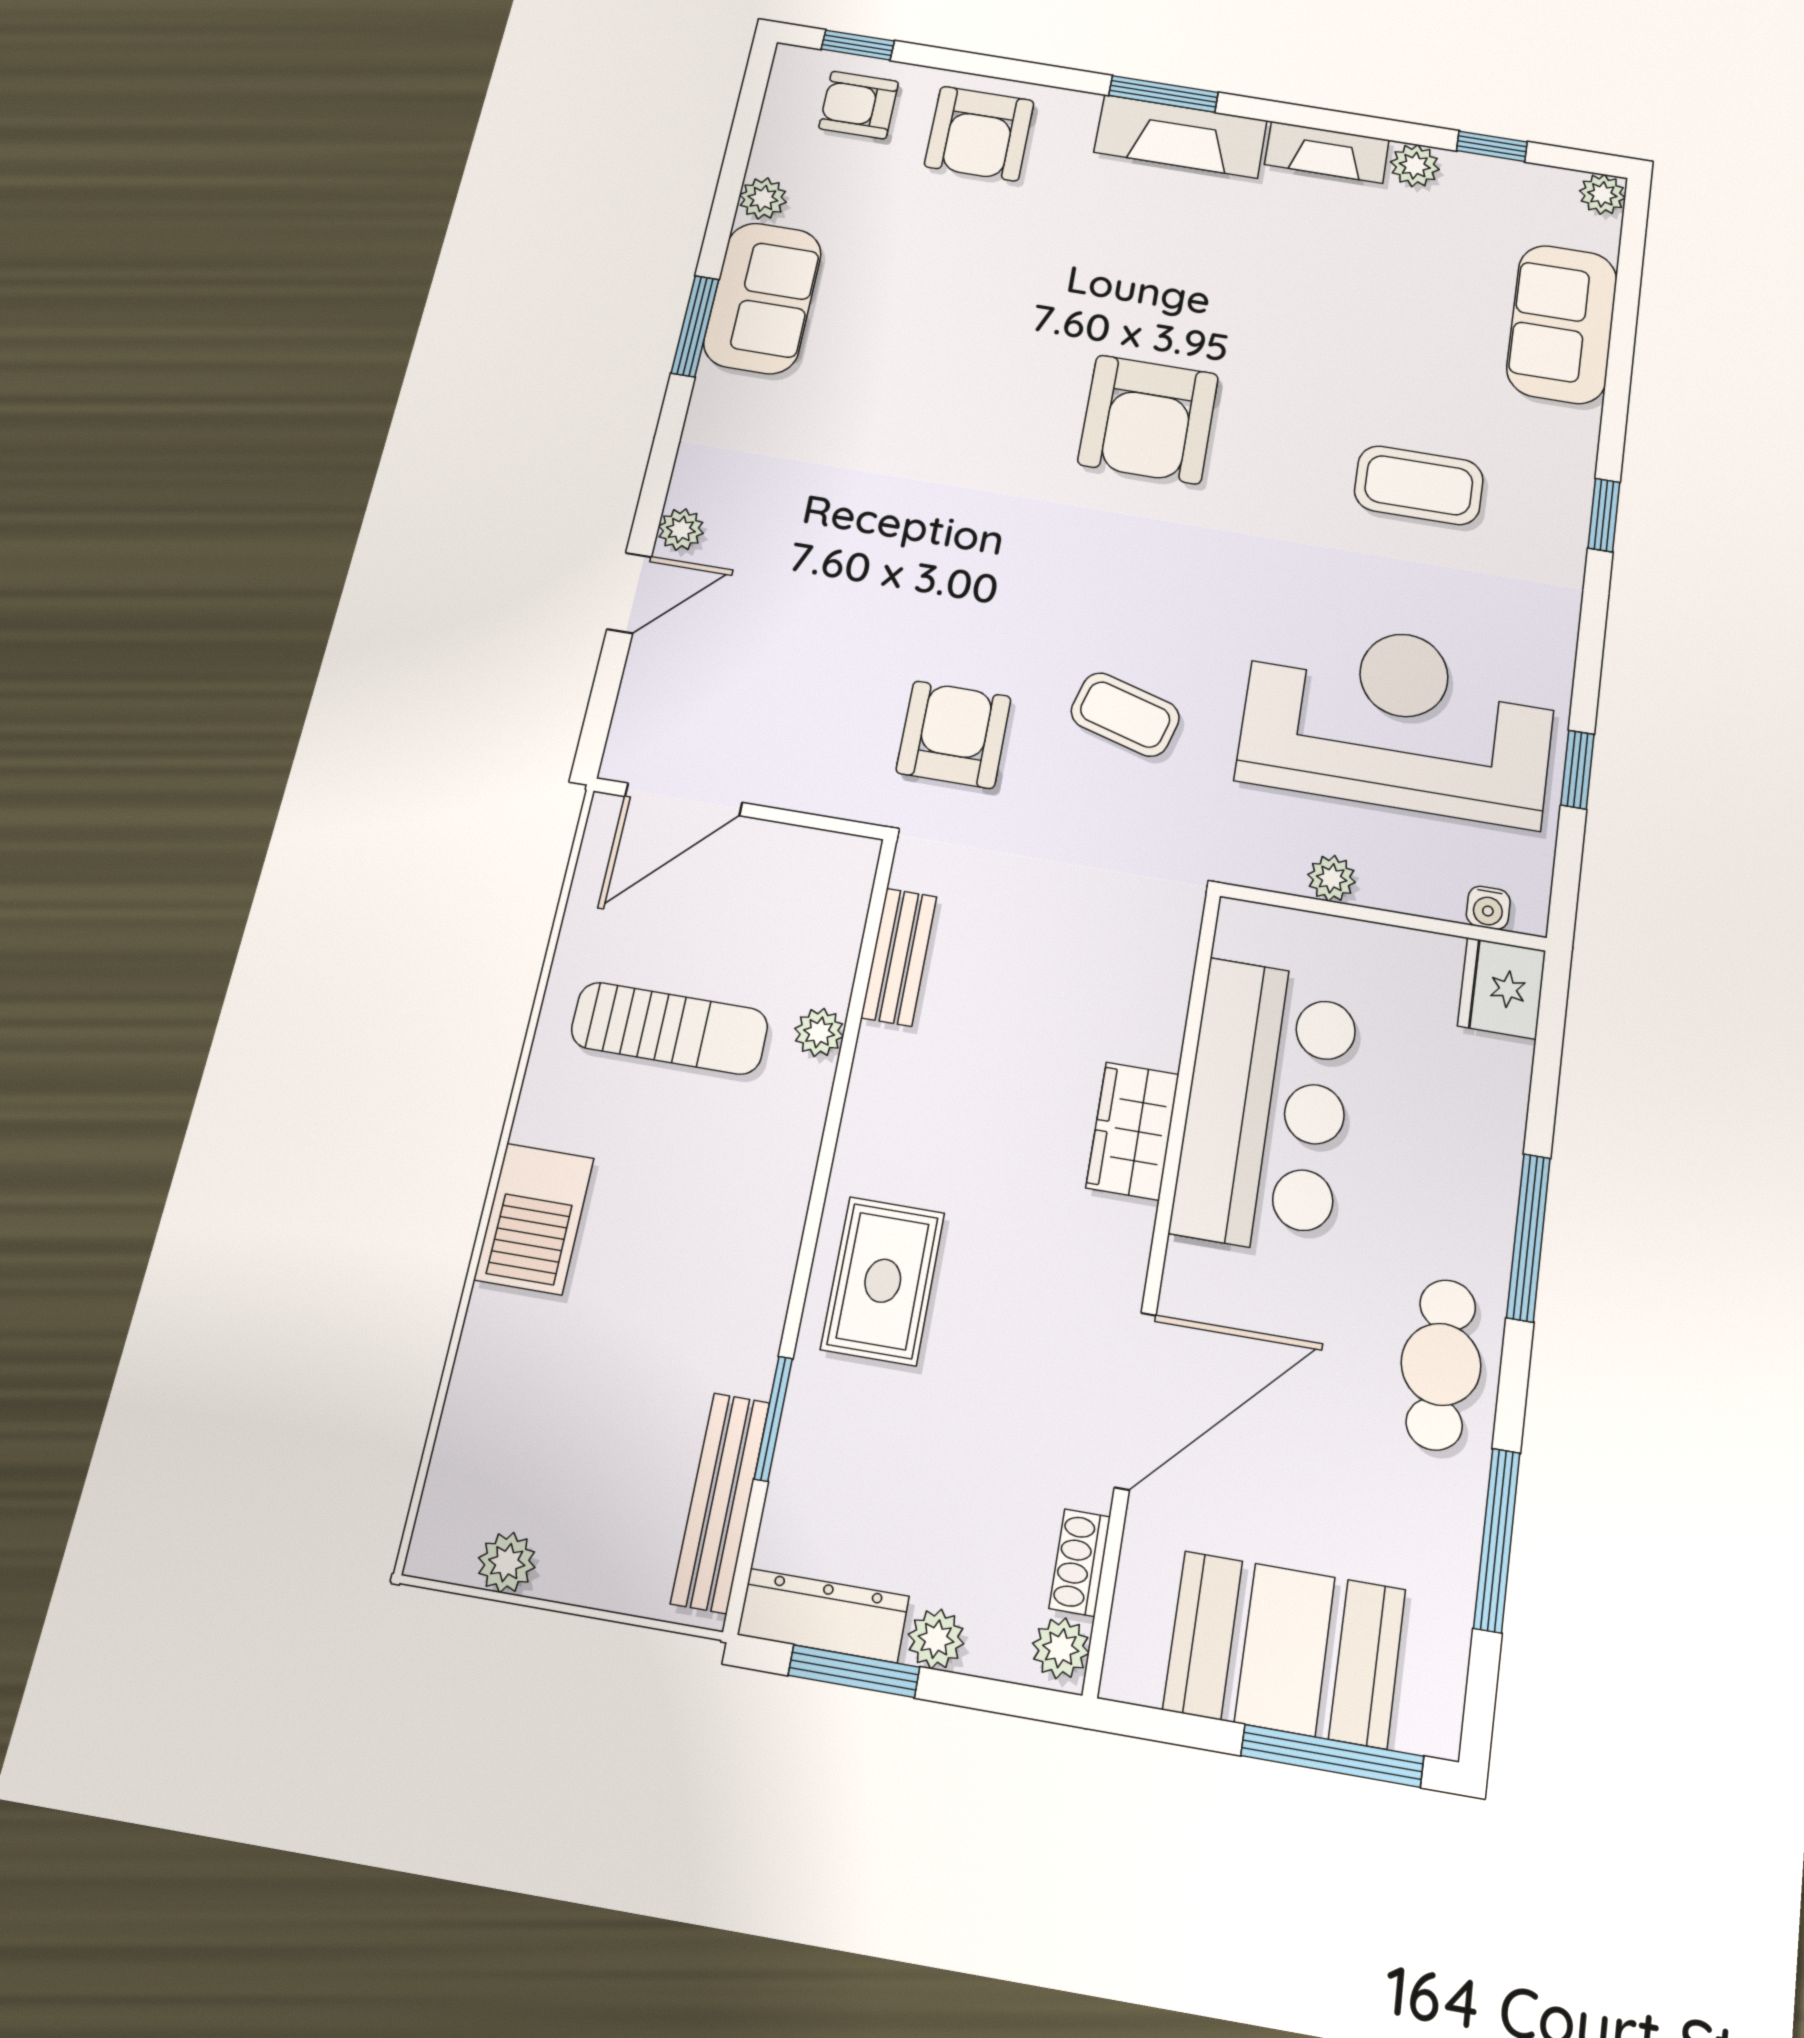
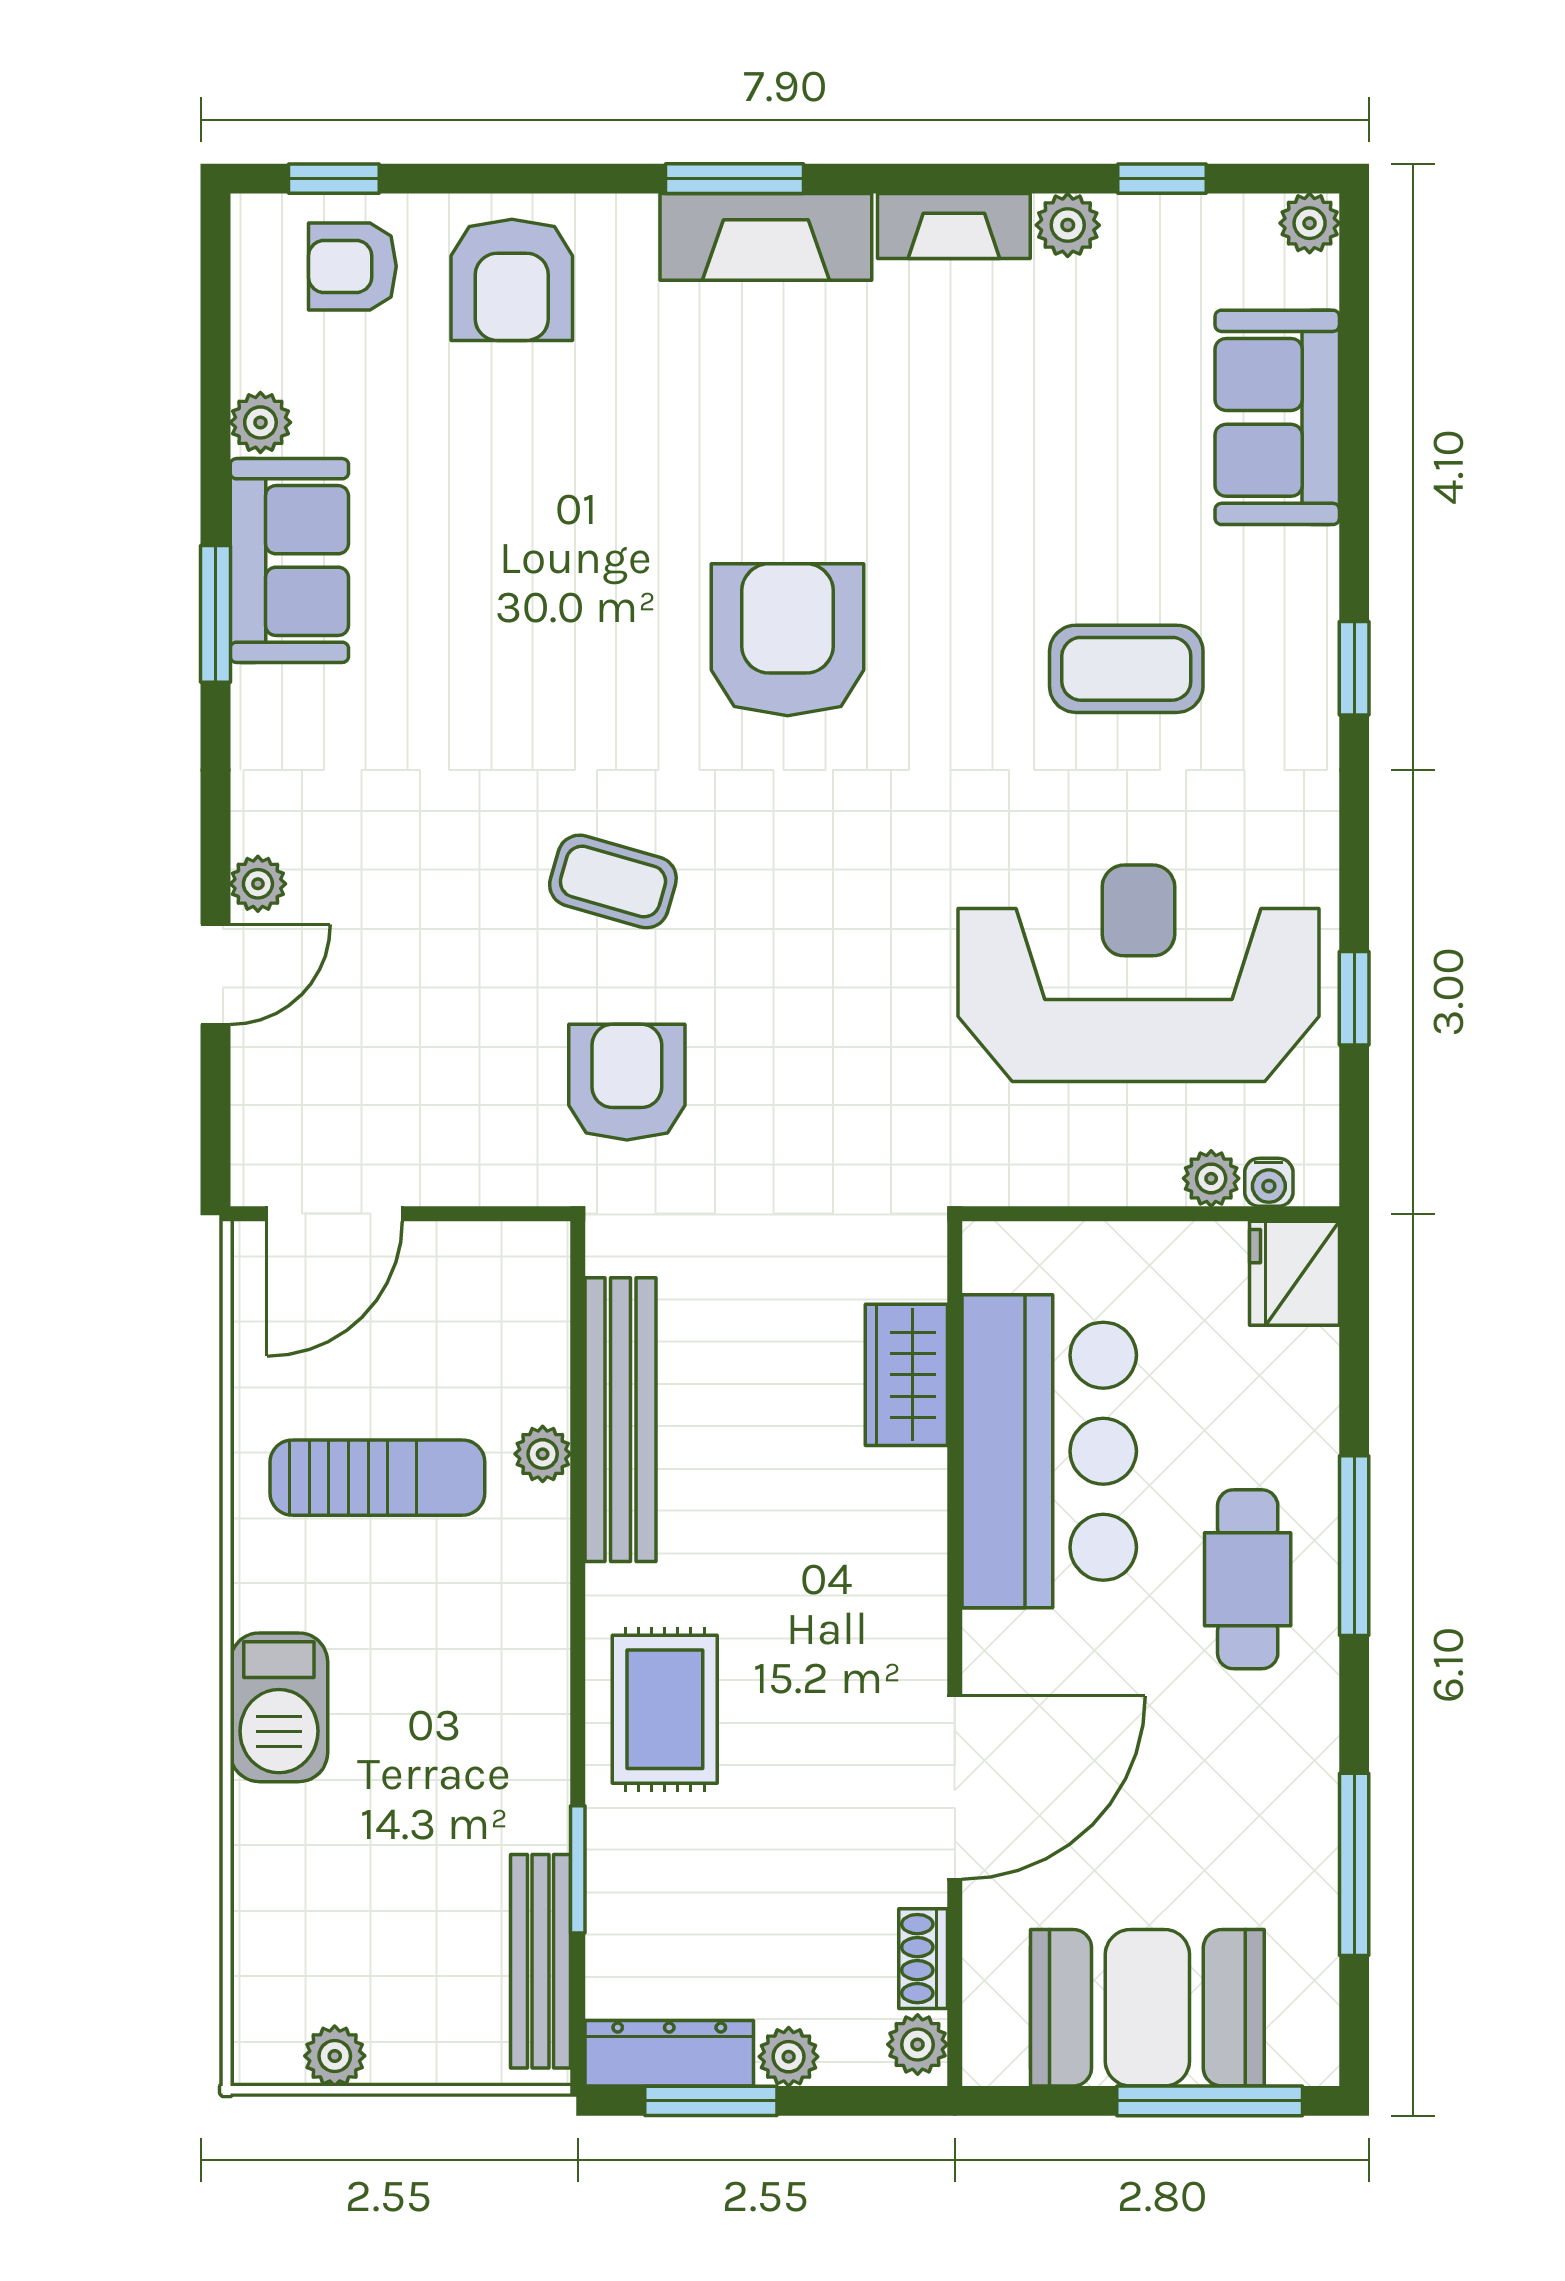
armchair: (1148, 419) -> (788, 640), turned 180
coffee table: (1125, 715) -> (613, 881), moved
plant: (1332, 878) -> (1211, 1178), moved
bench: (899, 957) -> (621, 1420), width x1.86, depth x1.21
wardrobe: (1133, 1131) -> (906, 1375), moved
cafe table: (1441, 1364) -> (1248, 1579), moved

